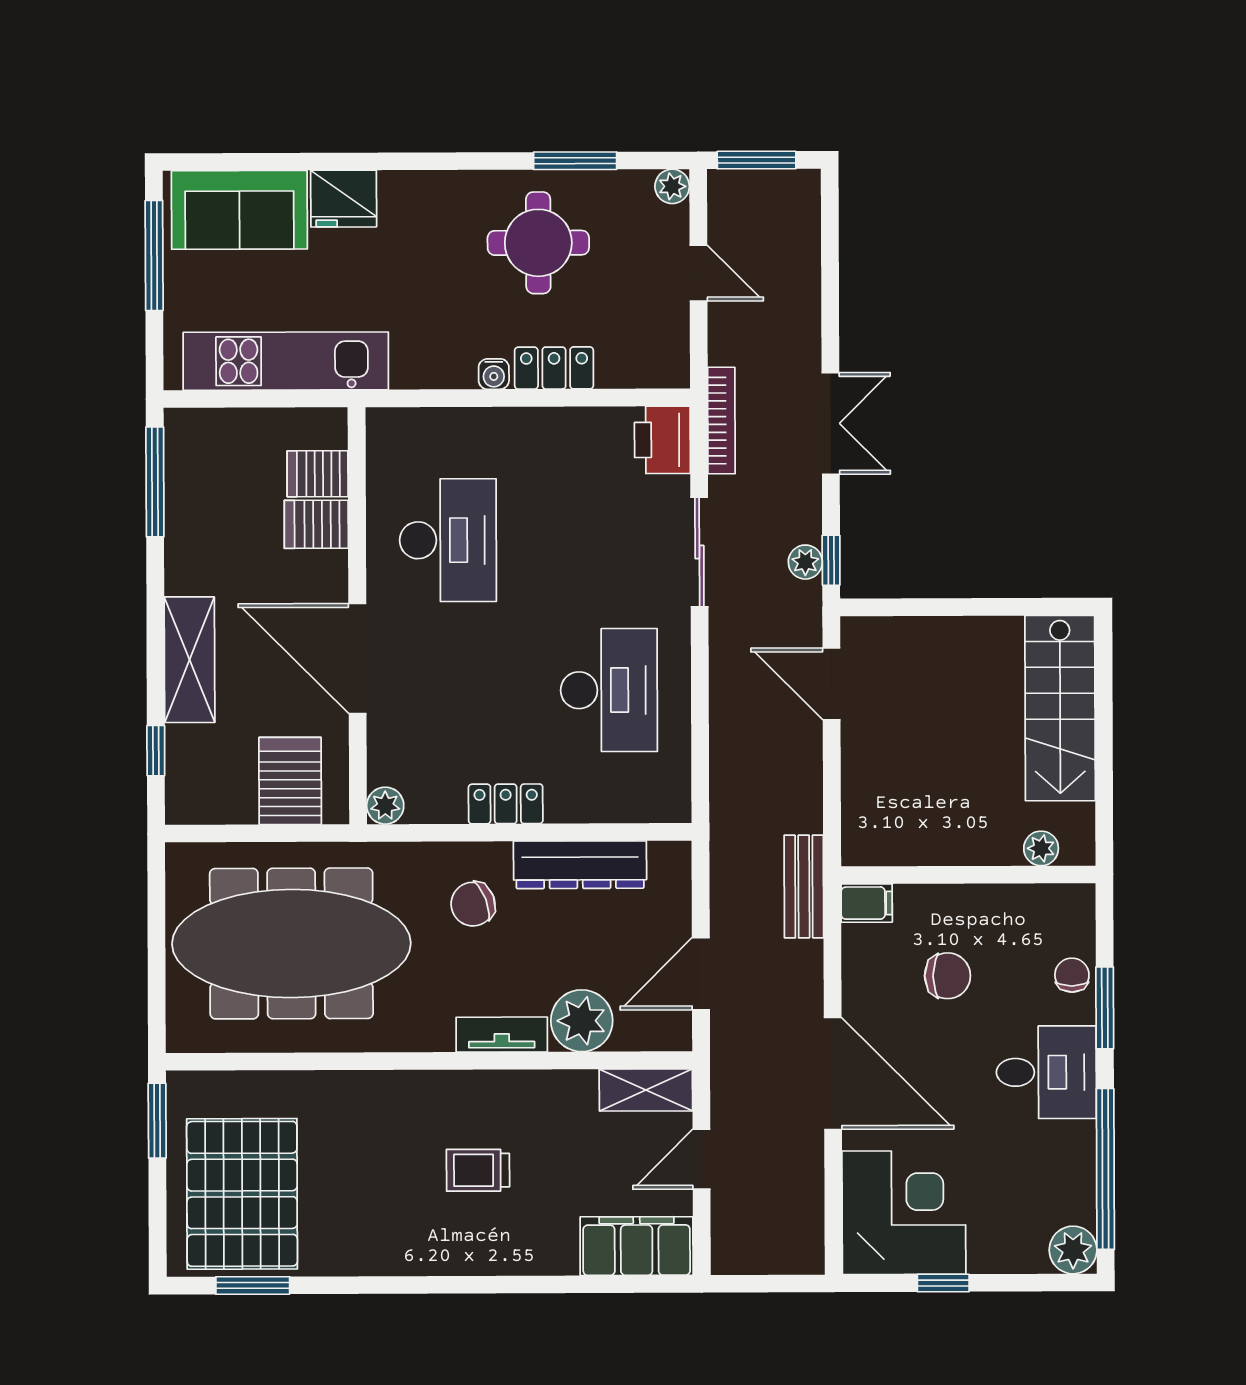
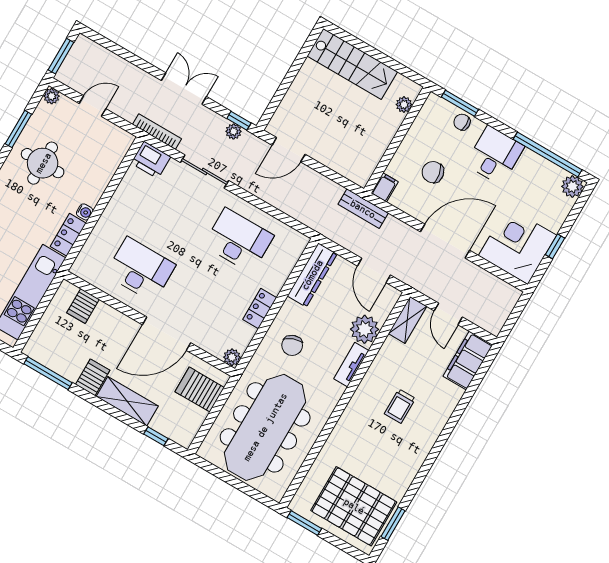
locker: (554, 368) -> (68, 235), moved
server rack: (316, 524) -> (93, 377), moved, turned 180
dresser: (580, 865) -> (312, 275), moved
chair: (948, 976) -> (433, 172), turned -100
window: (1105, 1008) -> (460, 103), moved

